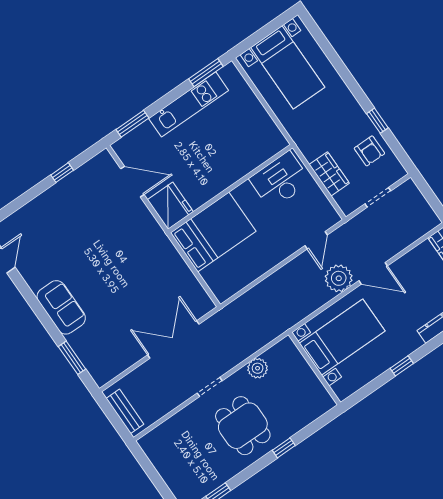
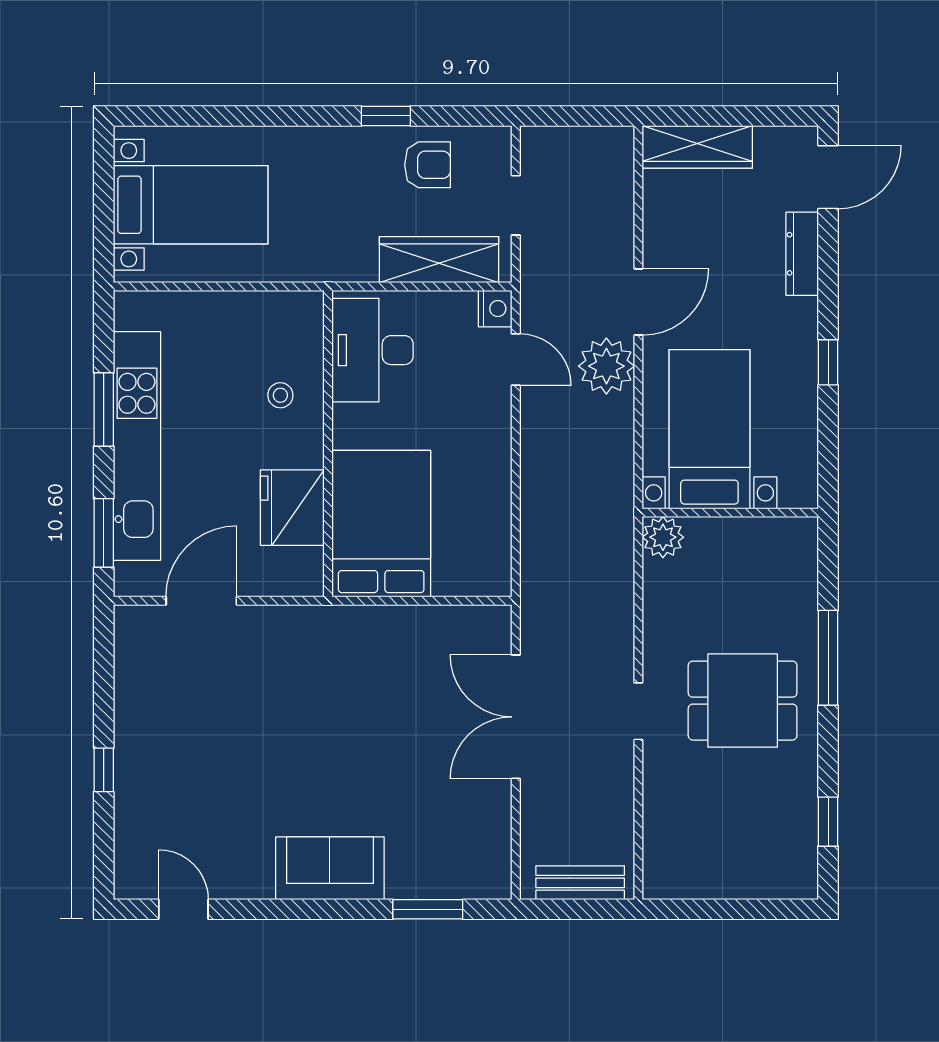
window: (206, 73) -> (104, 409), moved
kitchen unit: (189, 104) -> (137, 446), width x1.36
stool: (236, 156) -> (280, 395), added
window: (62, 173) -> (104, 770), moved
wardrobe: (329, 174) -> (439, 260), width x1.50
fridge: (170, 206) -> (292, 508), moved, turned -90
nightstand: (331, 218) -> (495, 309), added
plant: (258, 368) -> (663, 537), moved
window: (284, 448) -> (828, 658), width x2.17

